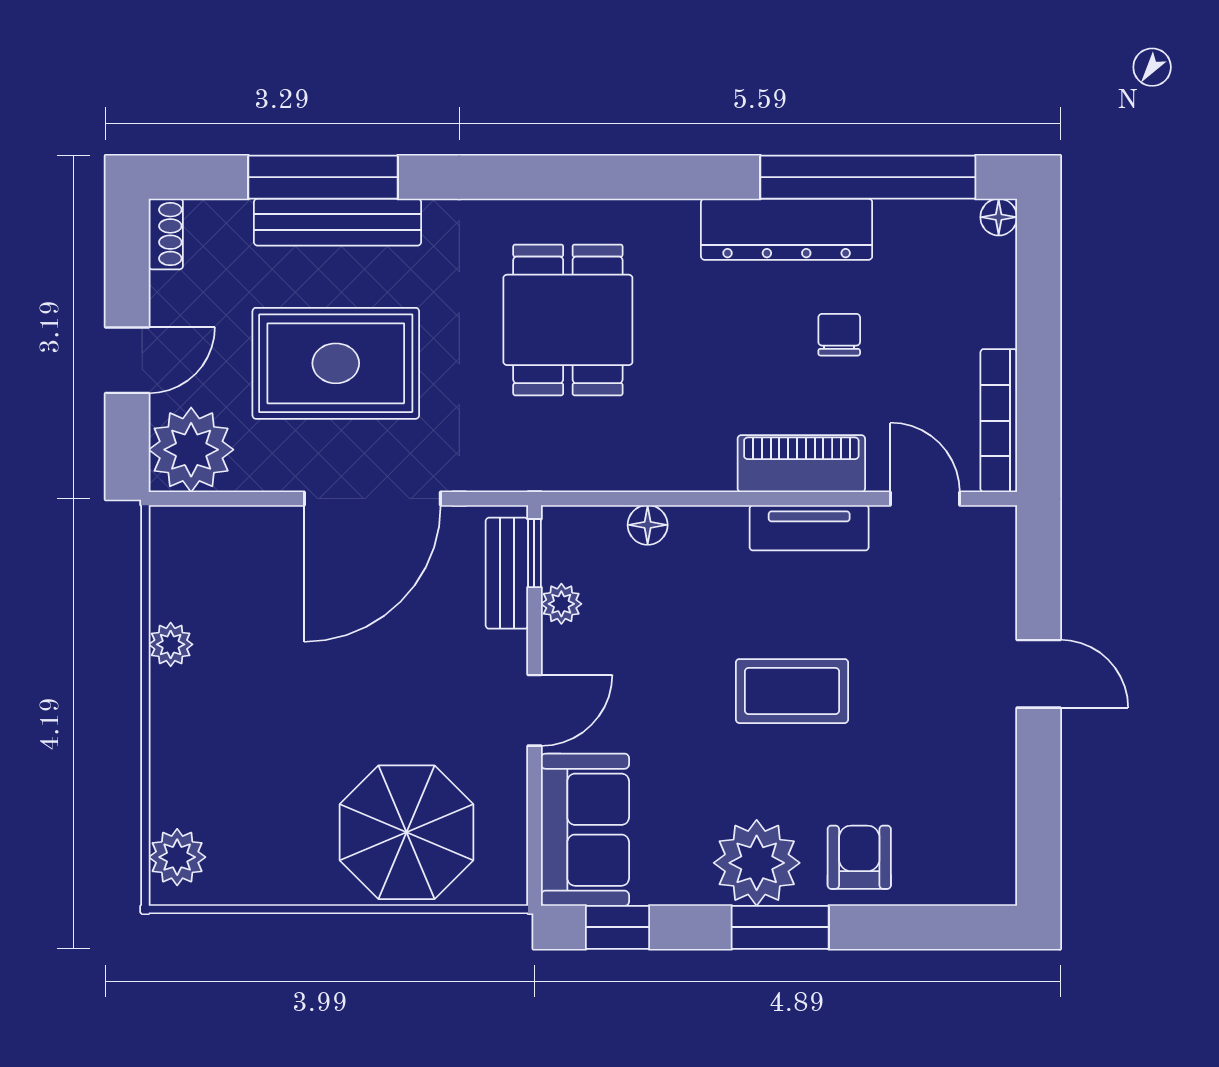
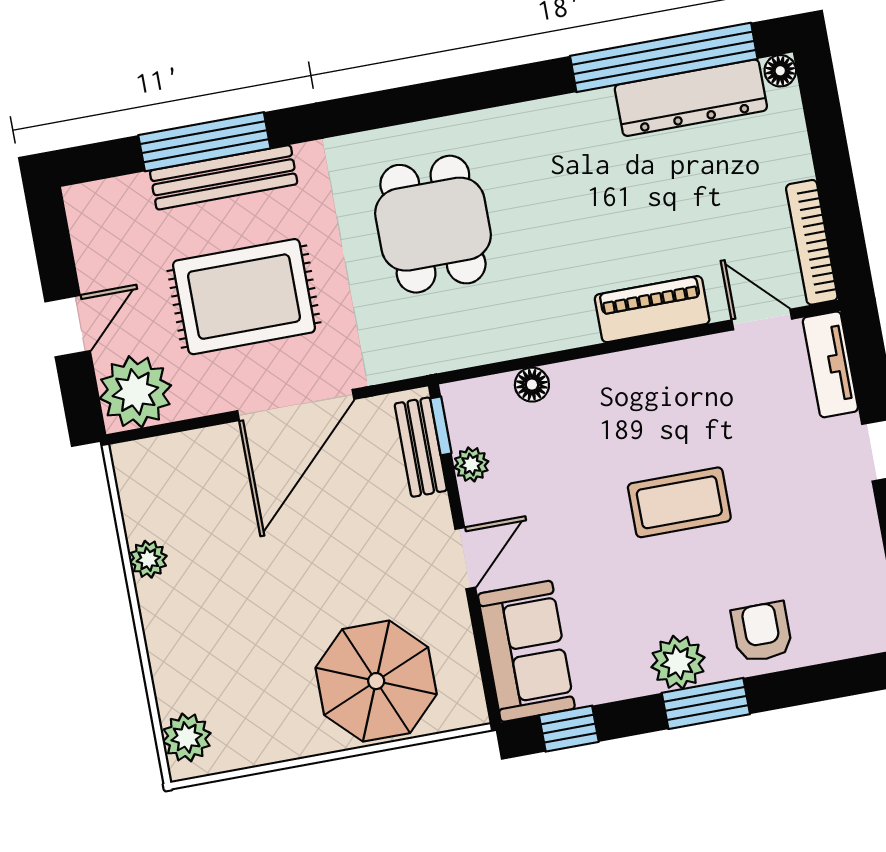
dresser: (787, 229) -> (691, 98), moved
shoe rack: (166, 234) -> (81, 214), removed
chair: (839, 335) -> (664, 195), removed
tv unit: (809, 528) -> (830, 364), moved, turned 90
plant: (757, 863) -> (678, 662), width x0.73, depth x0.73

